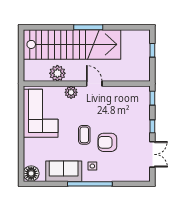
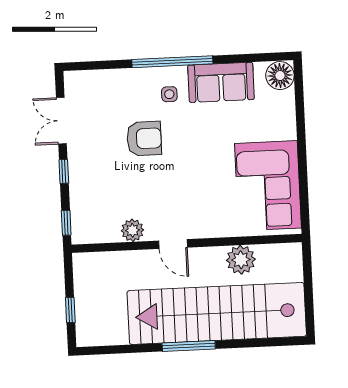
plant: (71, 92) -> (132, 230), moved
coffee table: (84, 135) -> (187, 150), removed

